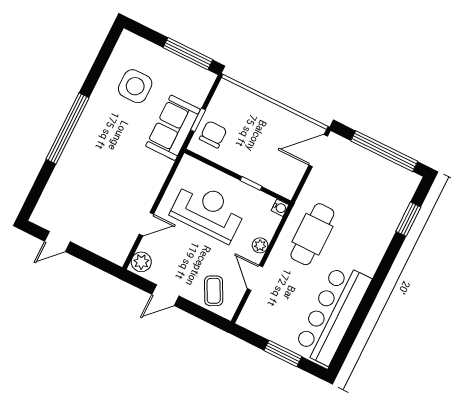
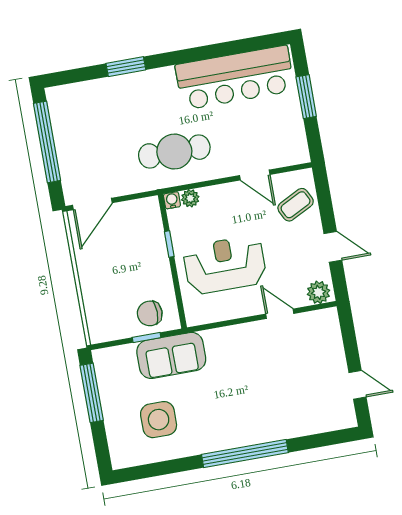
door: (318, 151) -> (92, 204), hinge flipped
reception desk: (208, 211) -> (225, 265), turned 90
window: (408, 219) -> (126, 67), moved
plant: (260, 245) -> (190, 198), moved
door: (255, 278) -> (255, 175), hinge flipped

